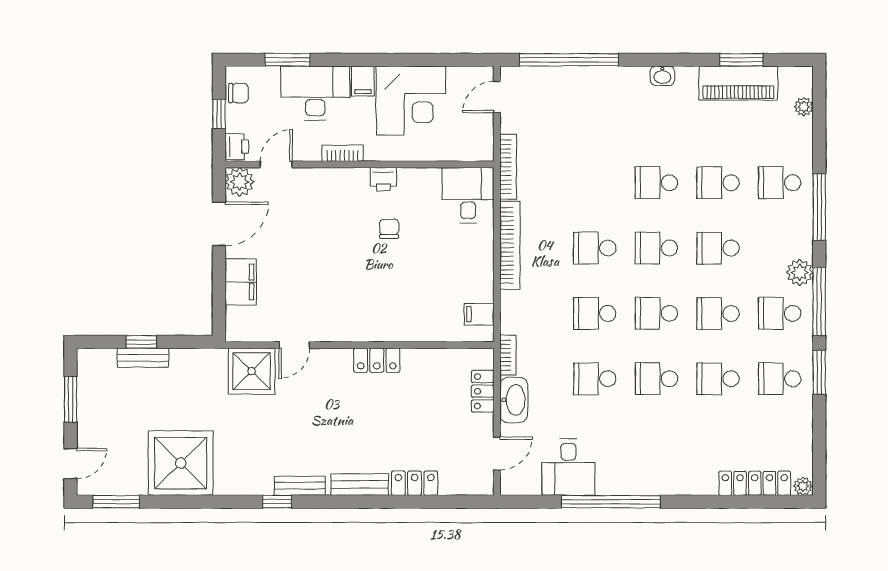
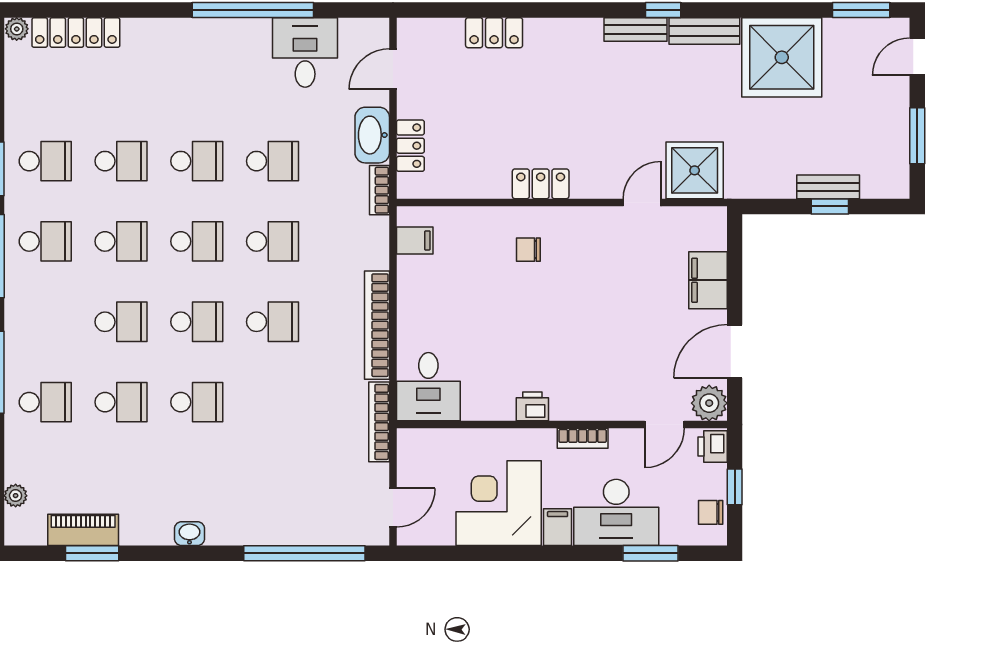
piano: (738, 83) -> (83, 530), width x0.73, depth x0.75
chair: (389, 229) -> (528, 250), moved, turned 90
plant: (800, 272) -> (21, 292), removed
bench: (360, 485) -> (704, 31), moved

